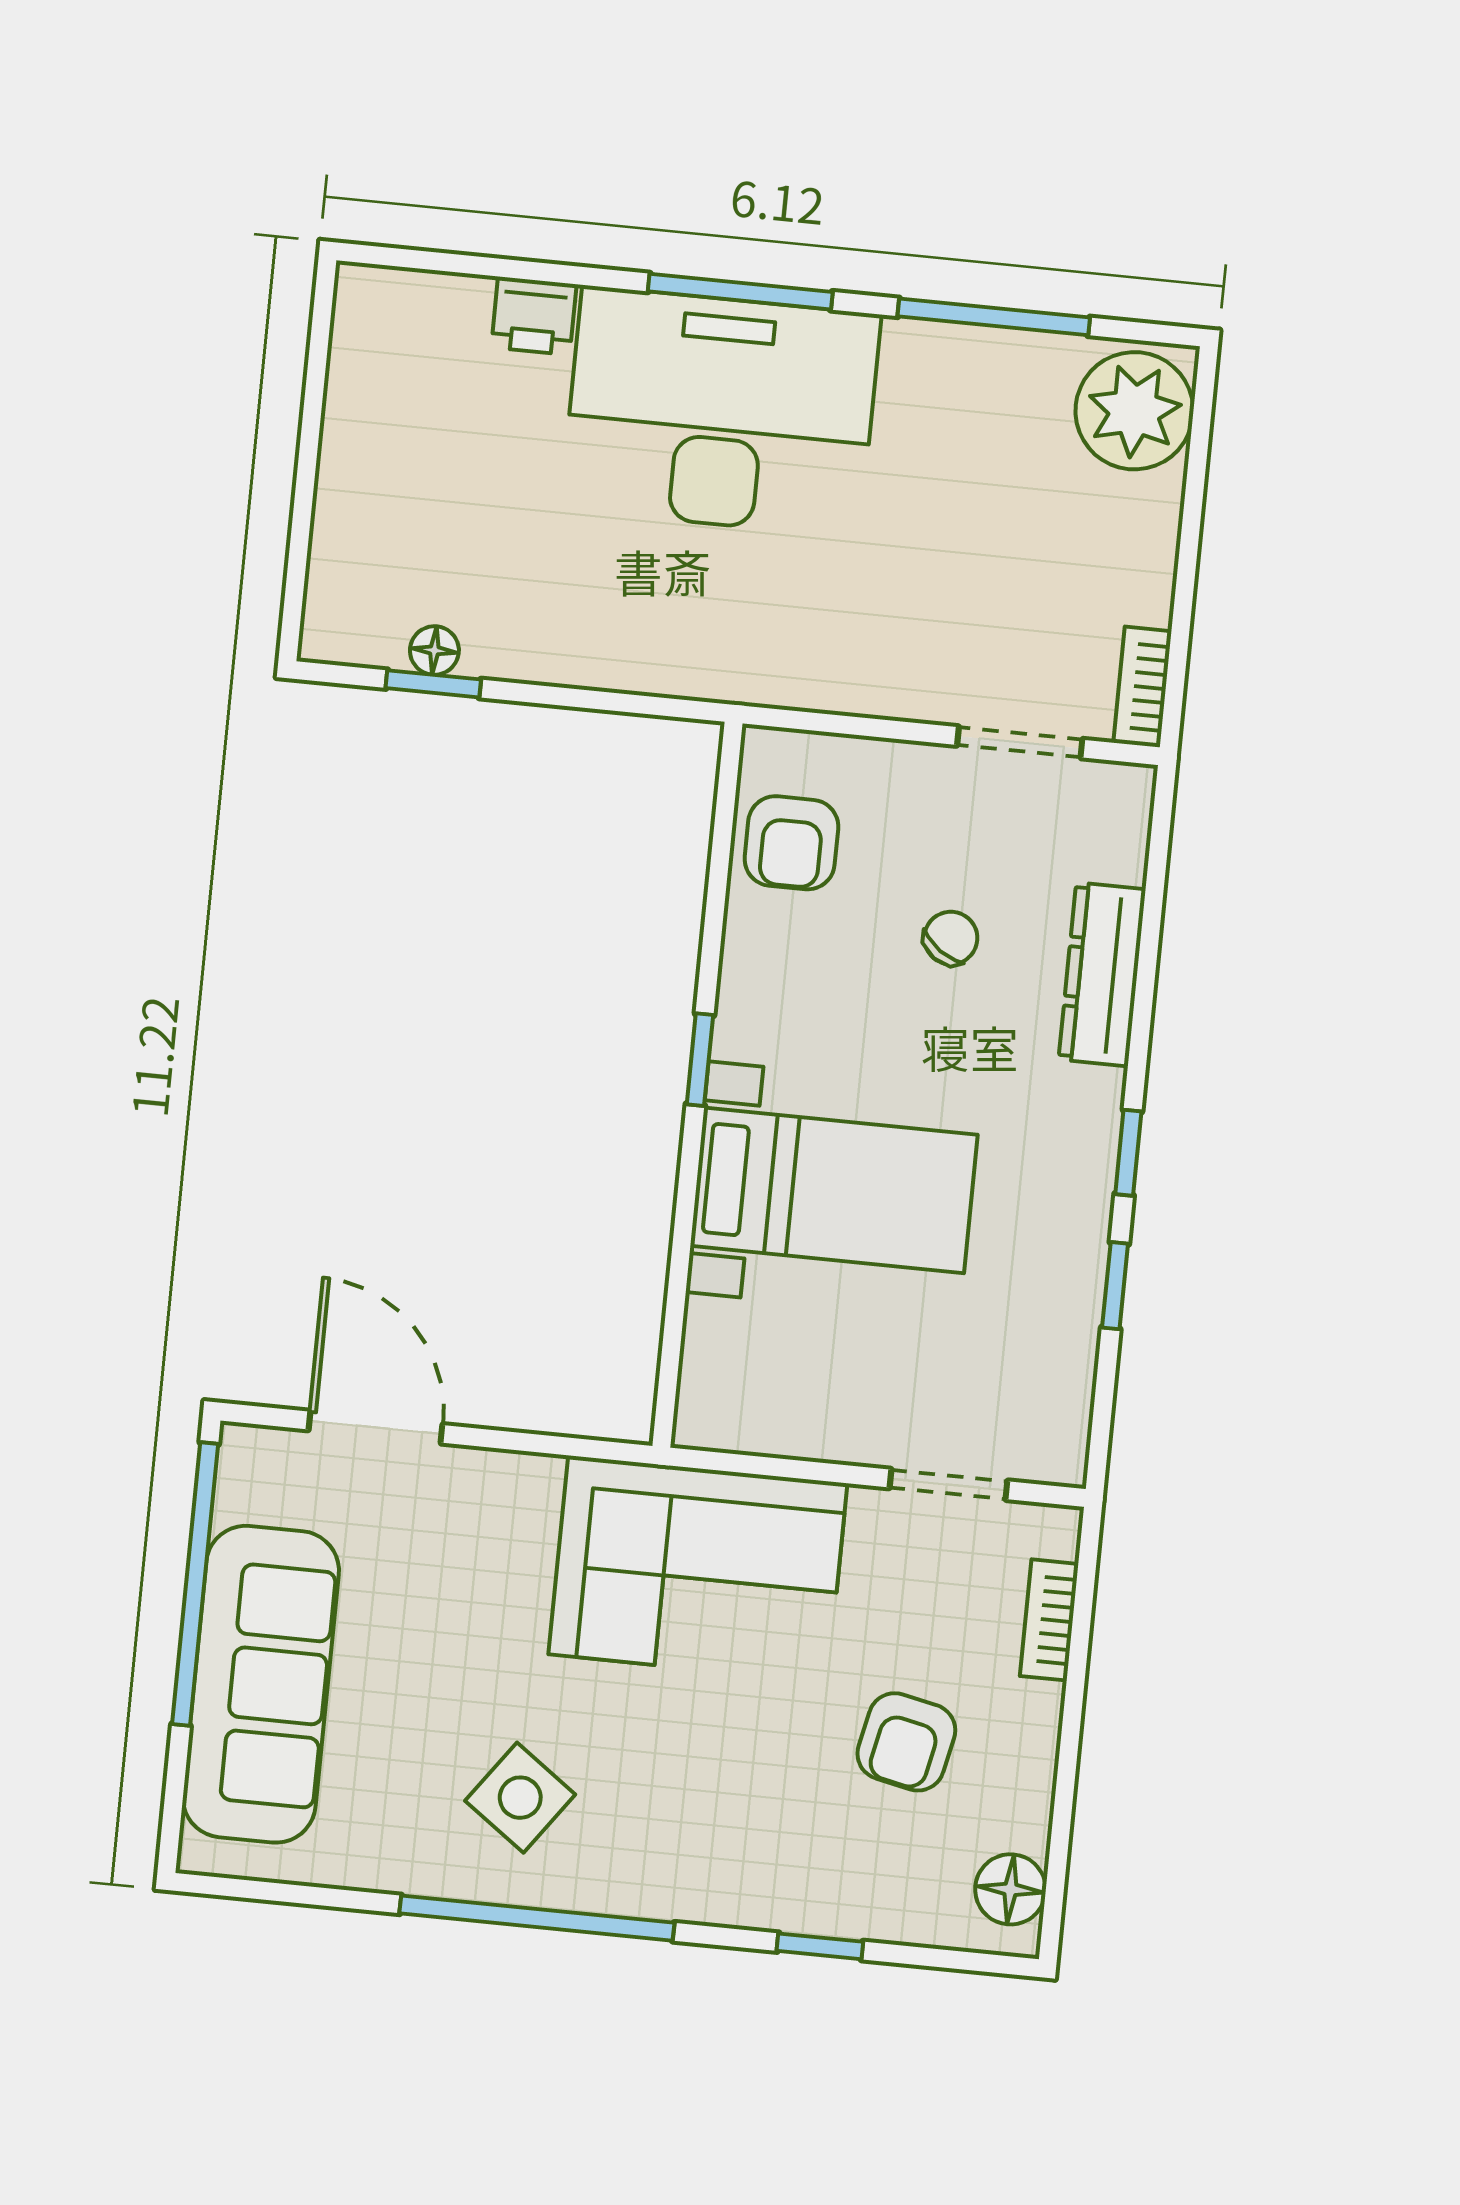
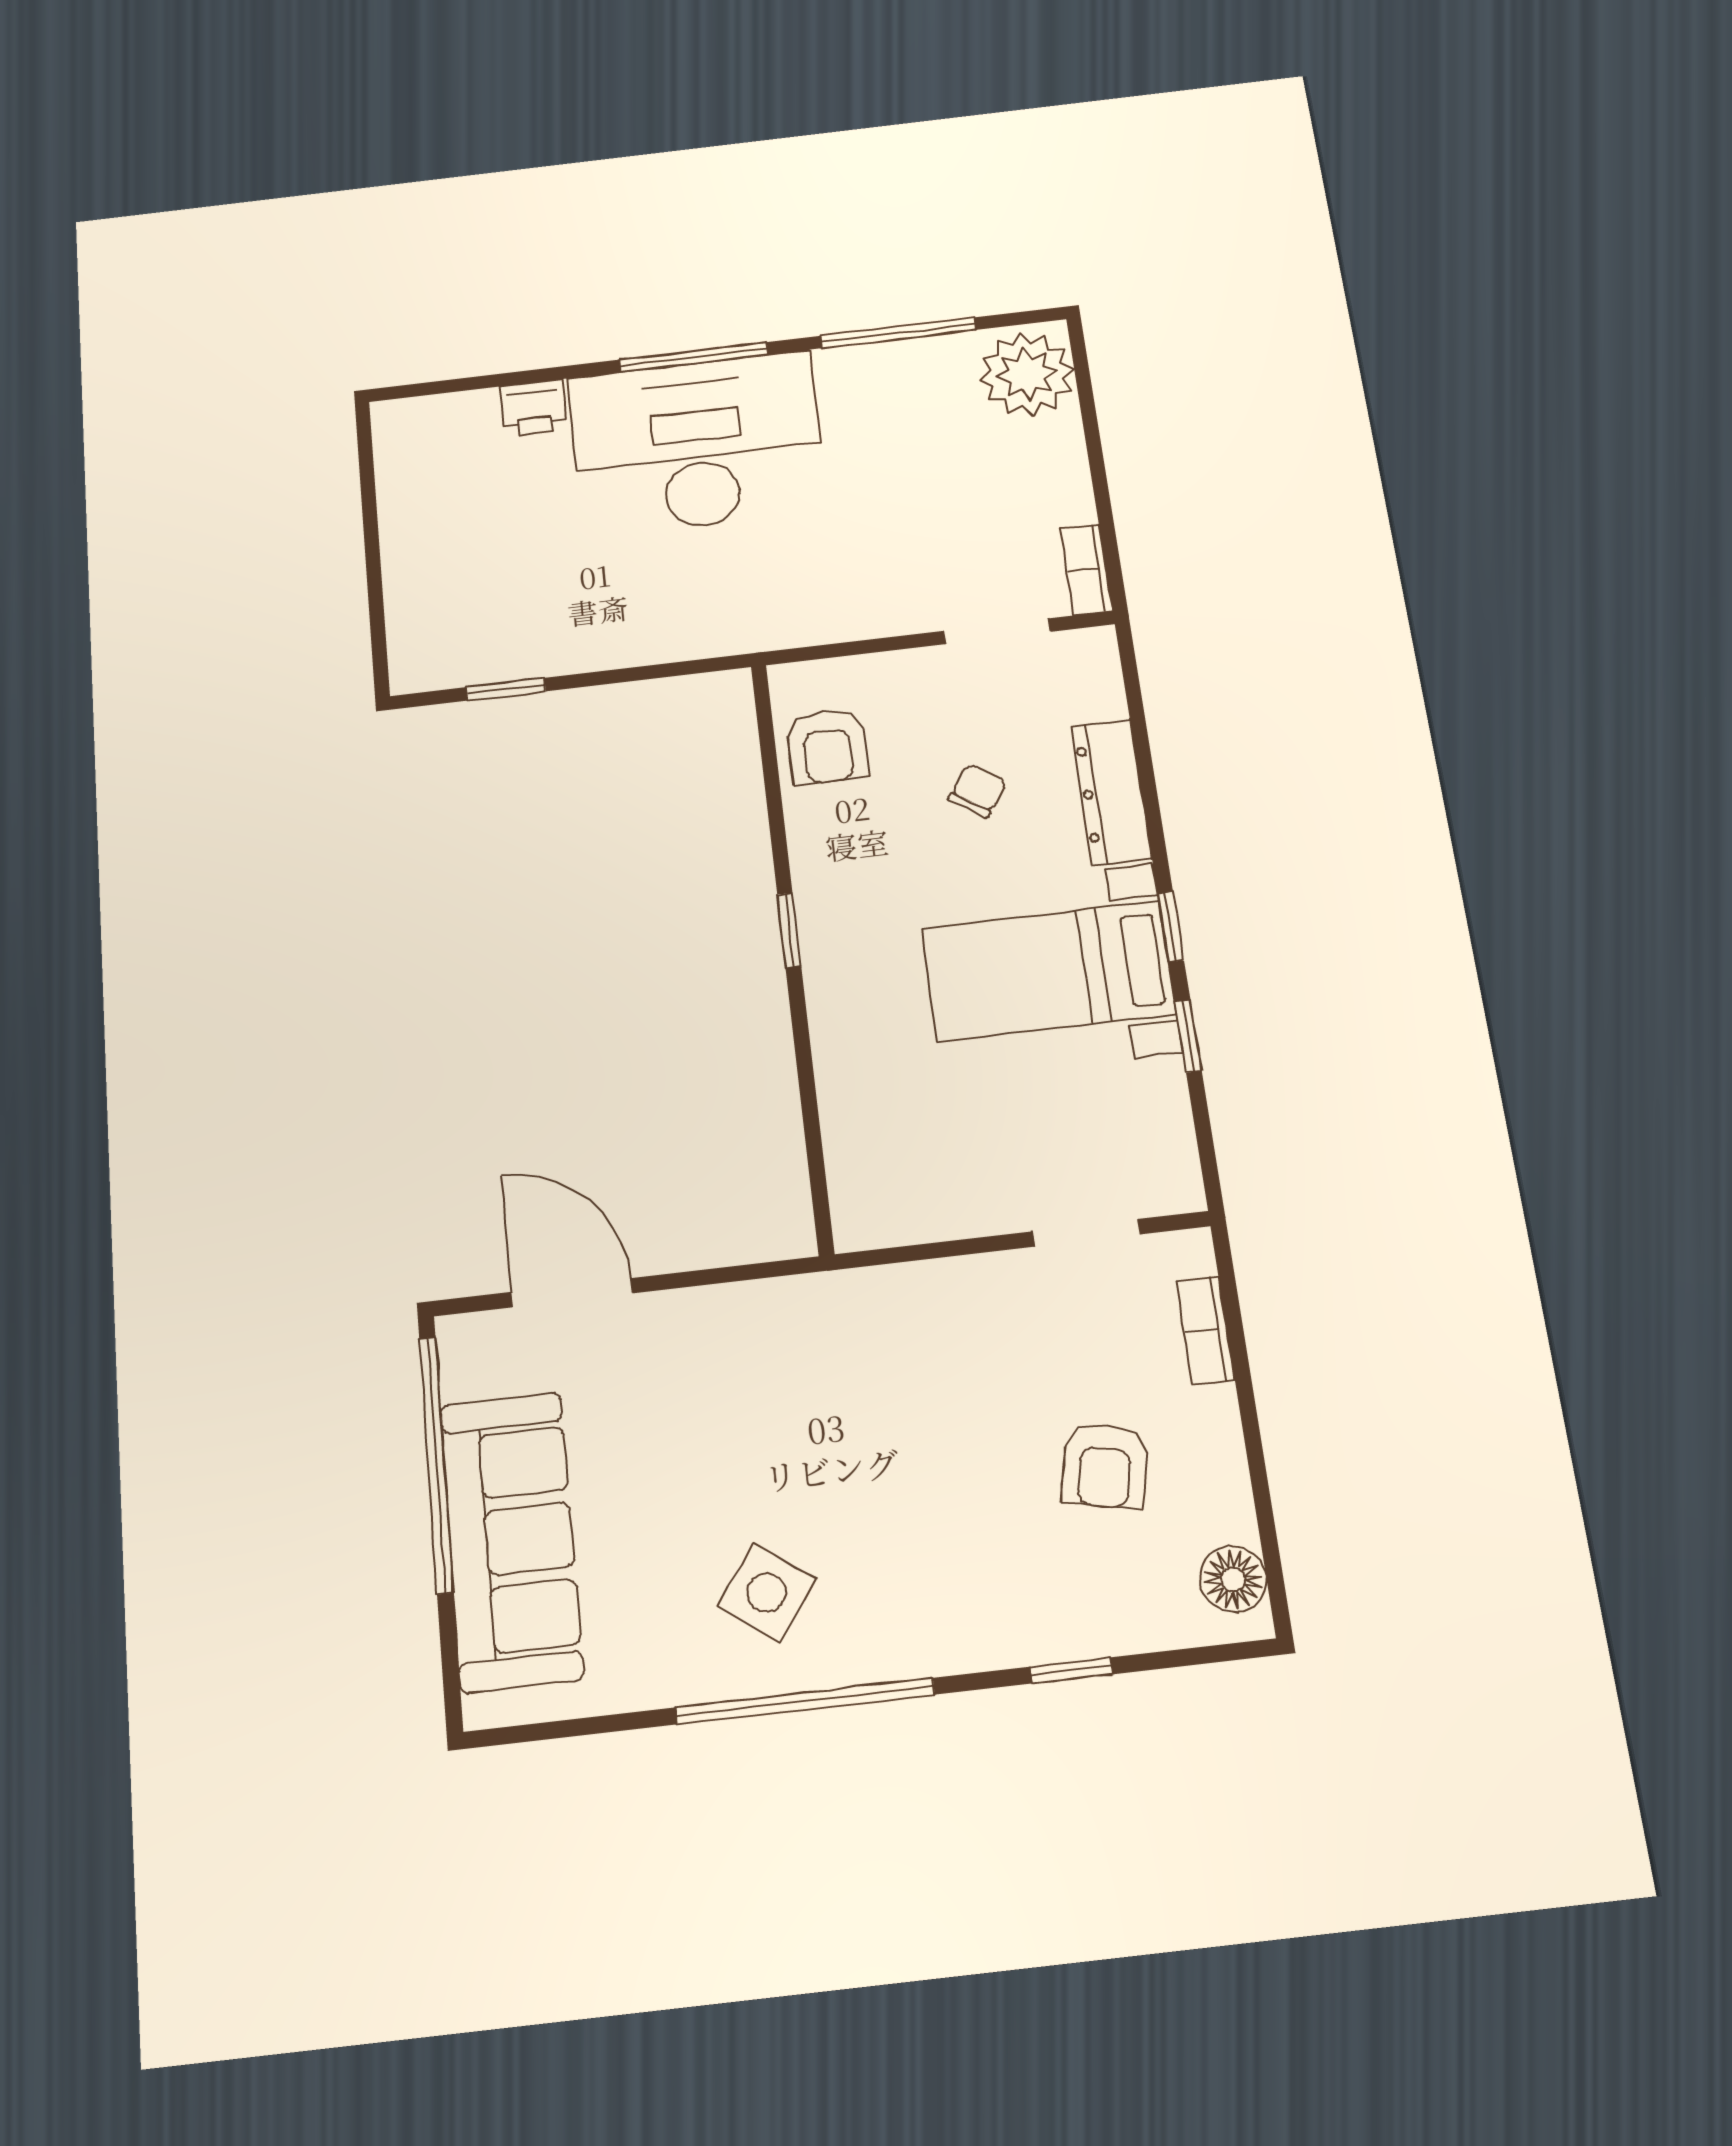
floor lamp: (434, 650) -> (502, 664), removed
bed with nightstands: (834, 1190) -> (1048, 971), moved, turned 180
corner sofa: (698, 1569) -> (882, 1353), removed

